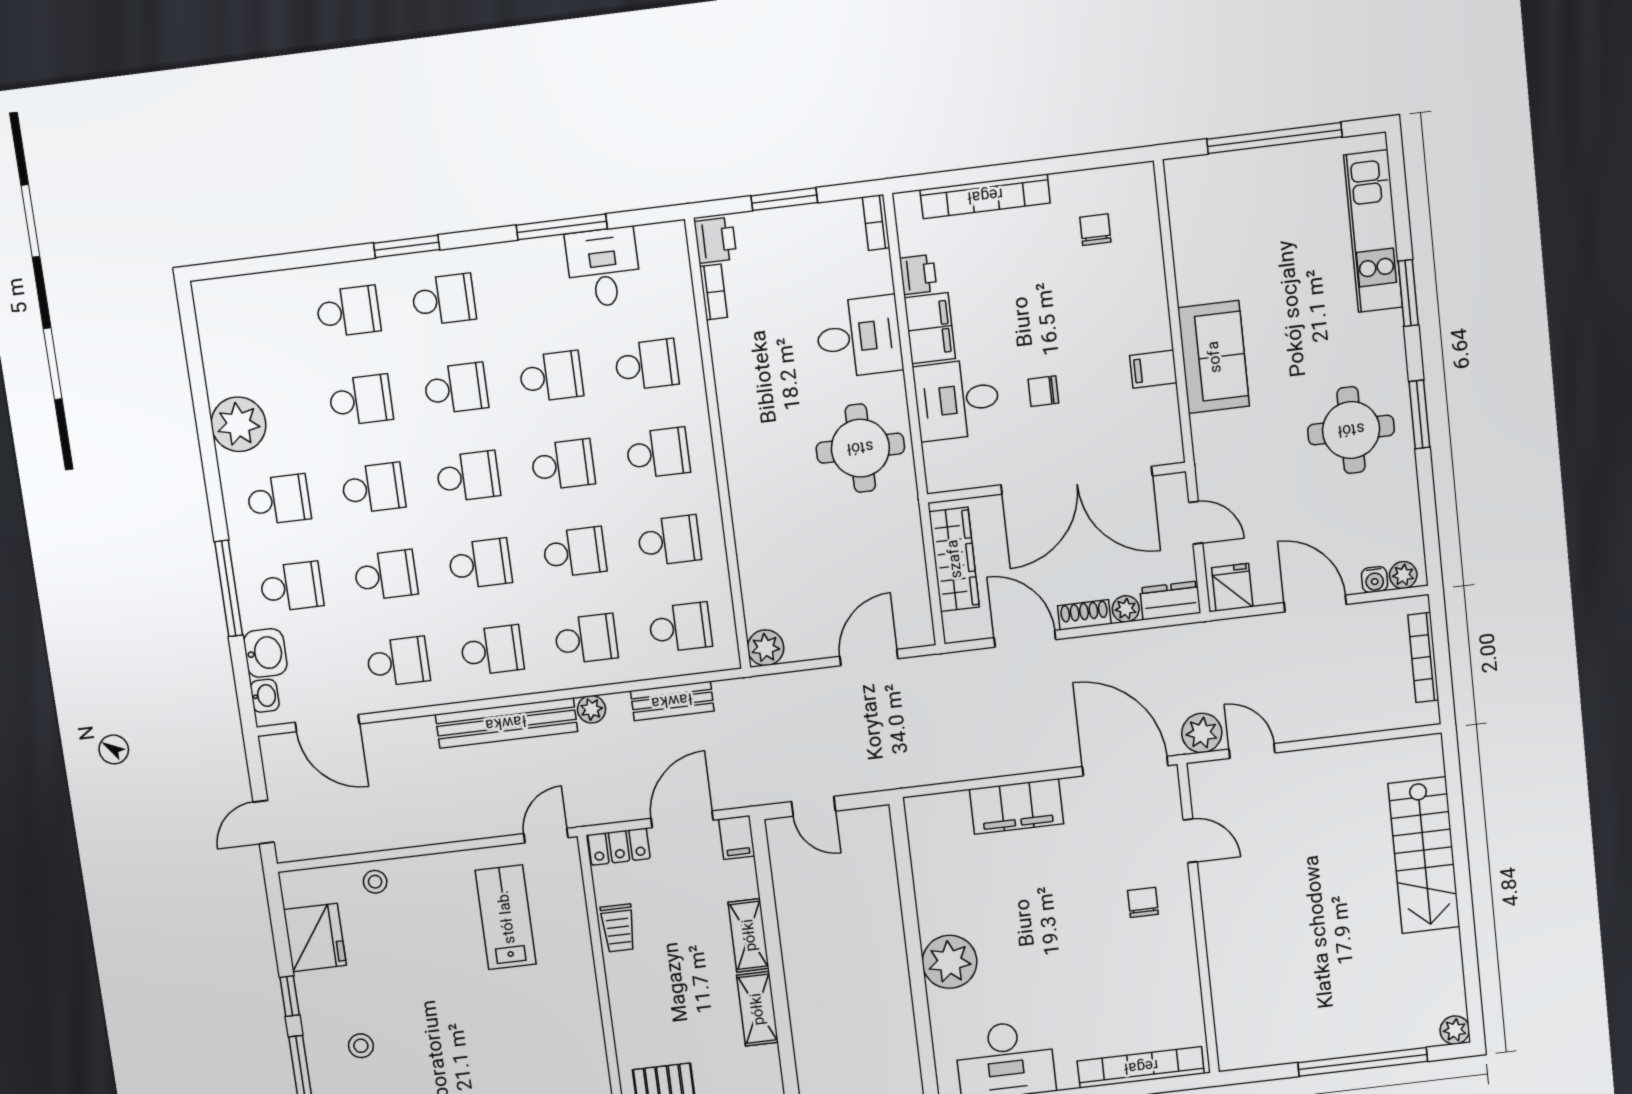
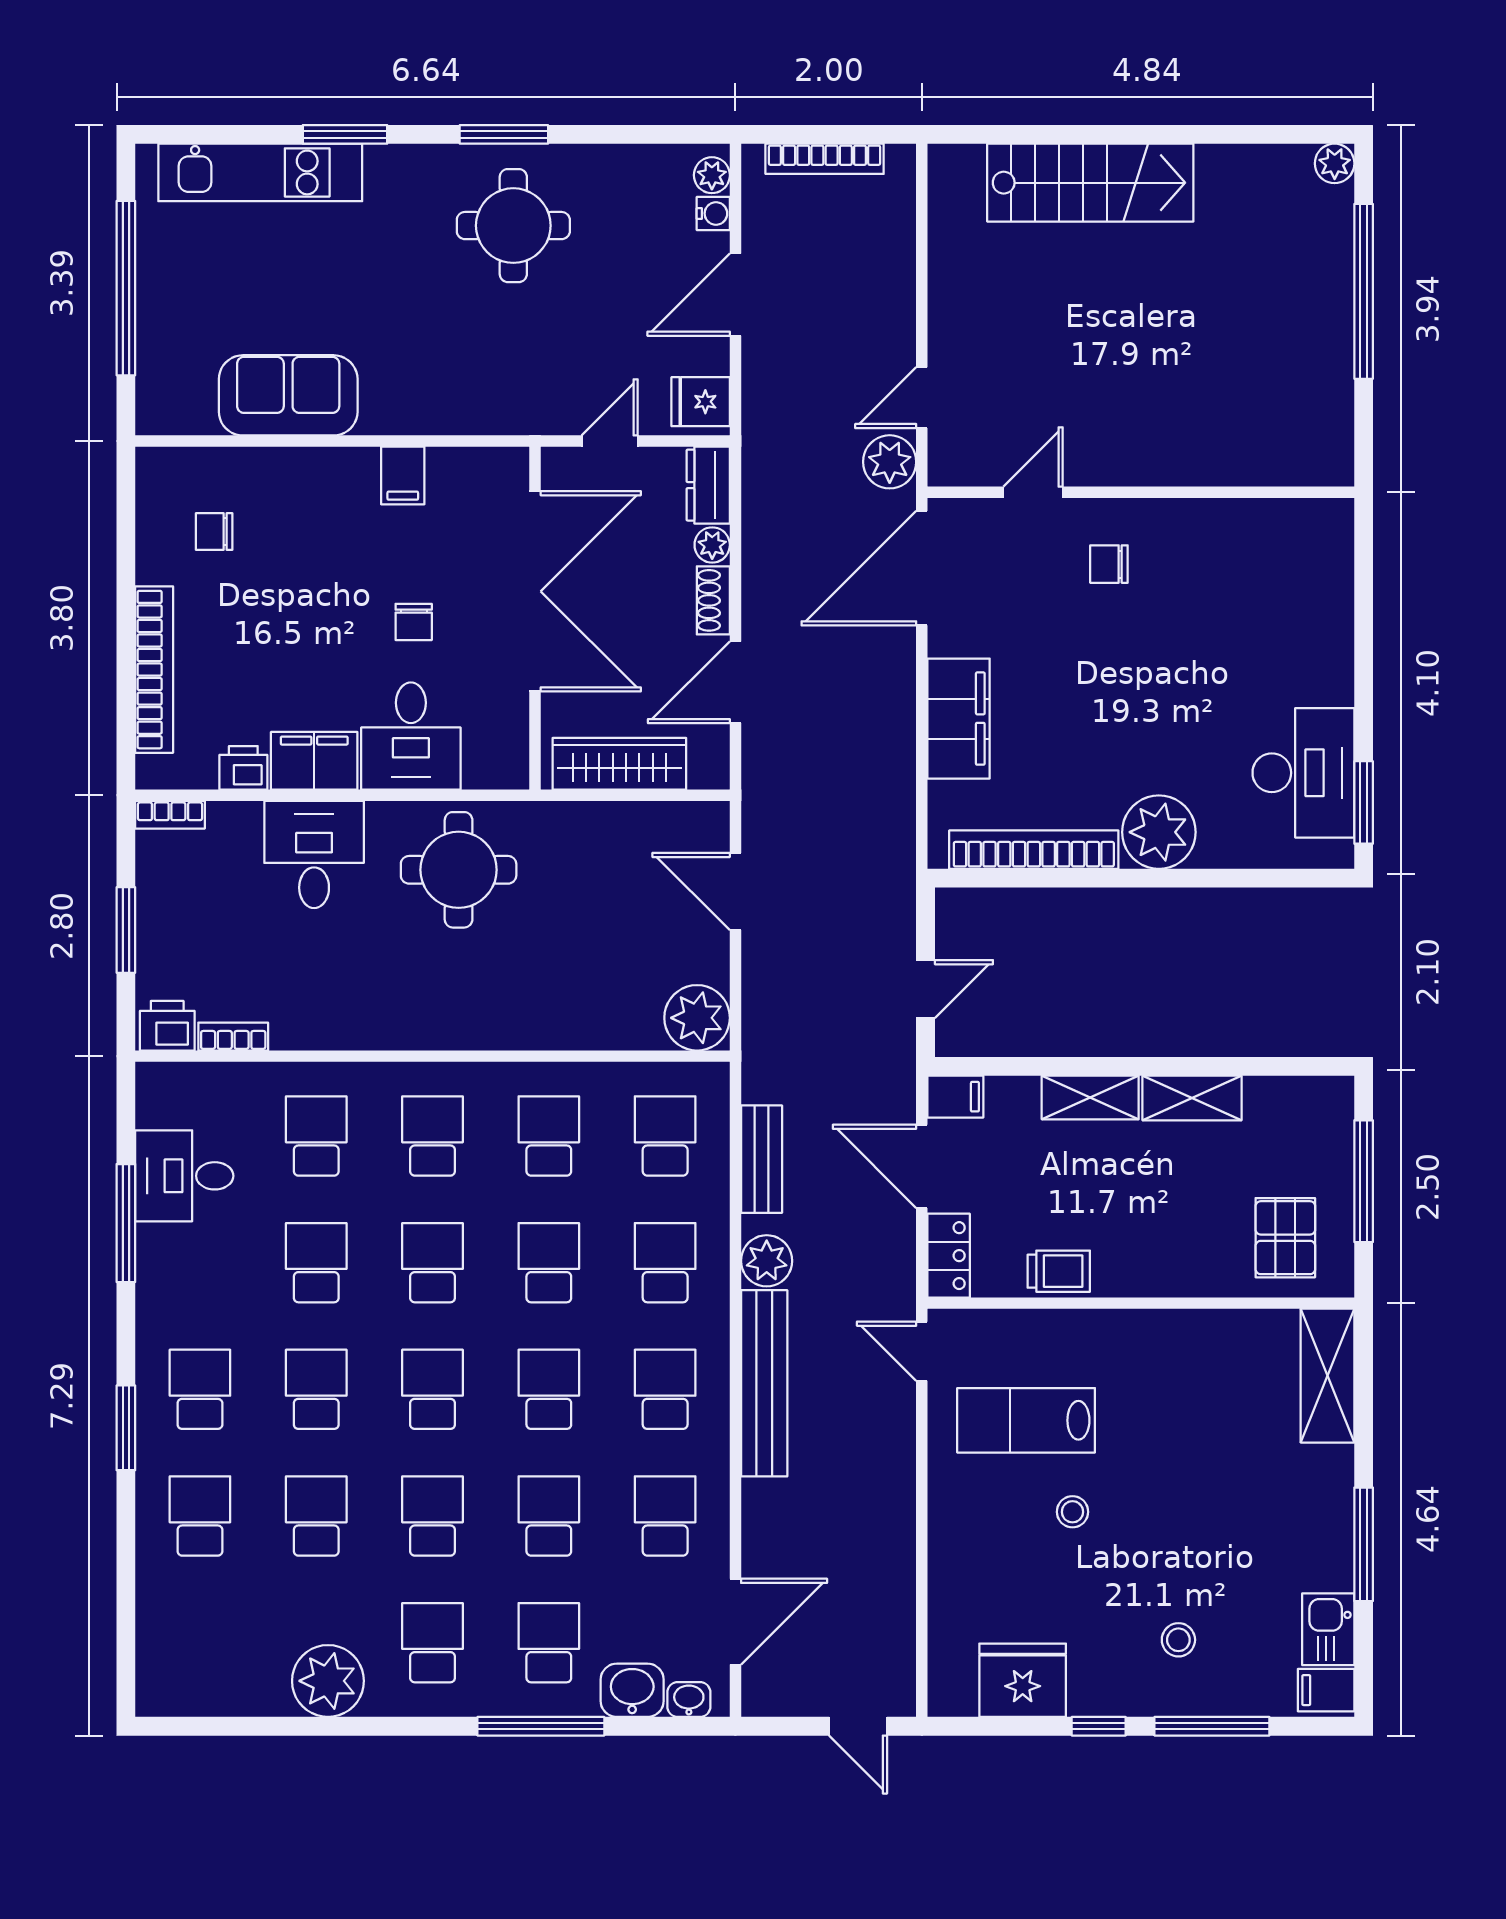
sofa: (1214, 357) -> (288, 395), moved
plant: (766, 648) -> (697, 1018), width x1.36, depth x1.36
plant: (592, 709) -> (767, 1261), width x1.38, depth x1.38
stool: (375, 882) -> (1072, 1512), moved
bookcase: (1141, 1067) -> (1034, 850), moved, turned 90

